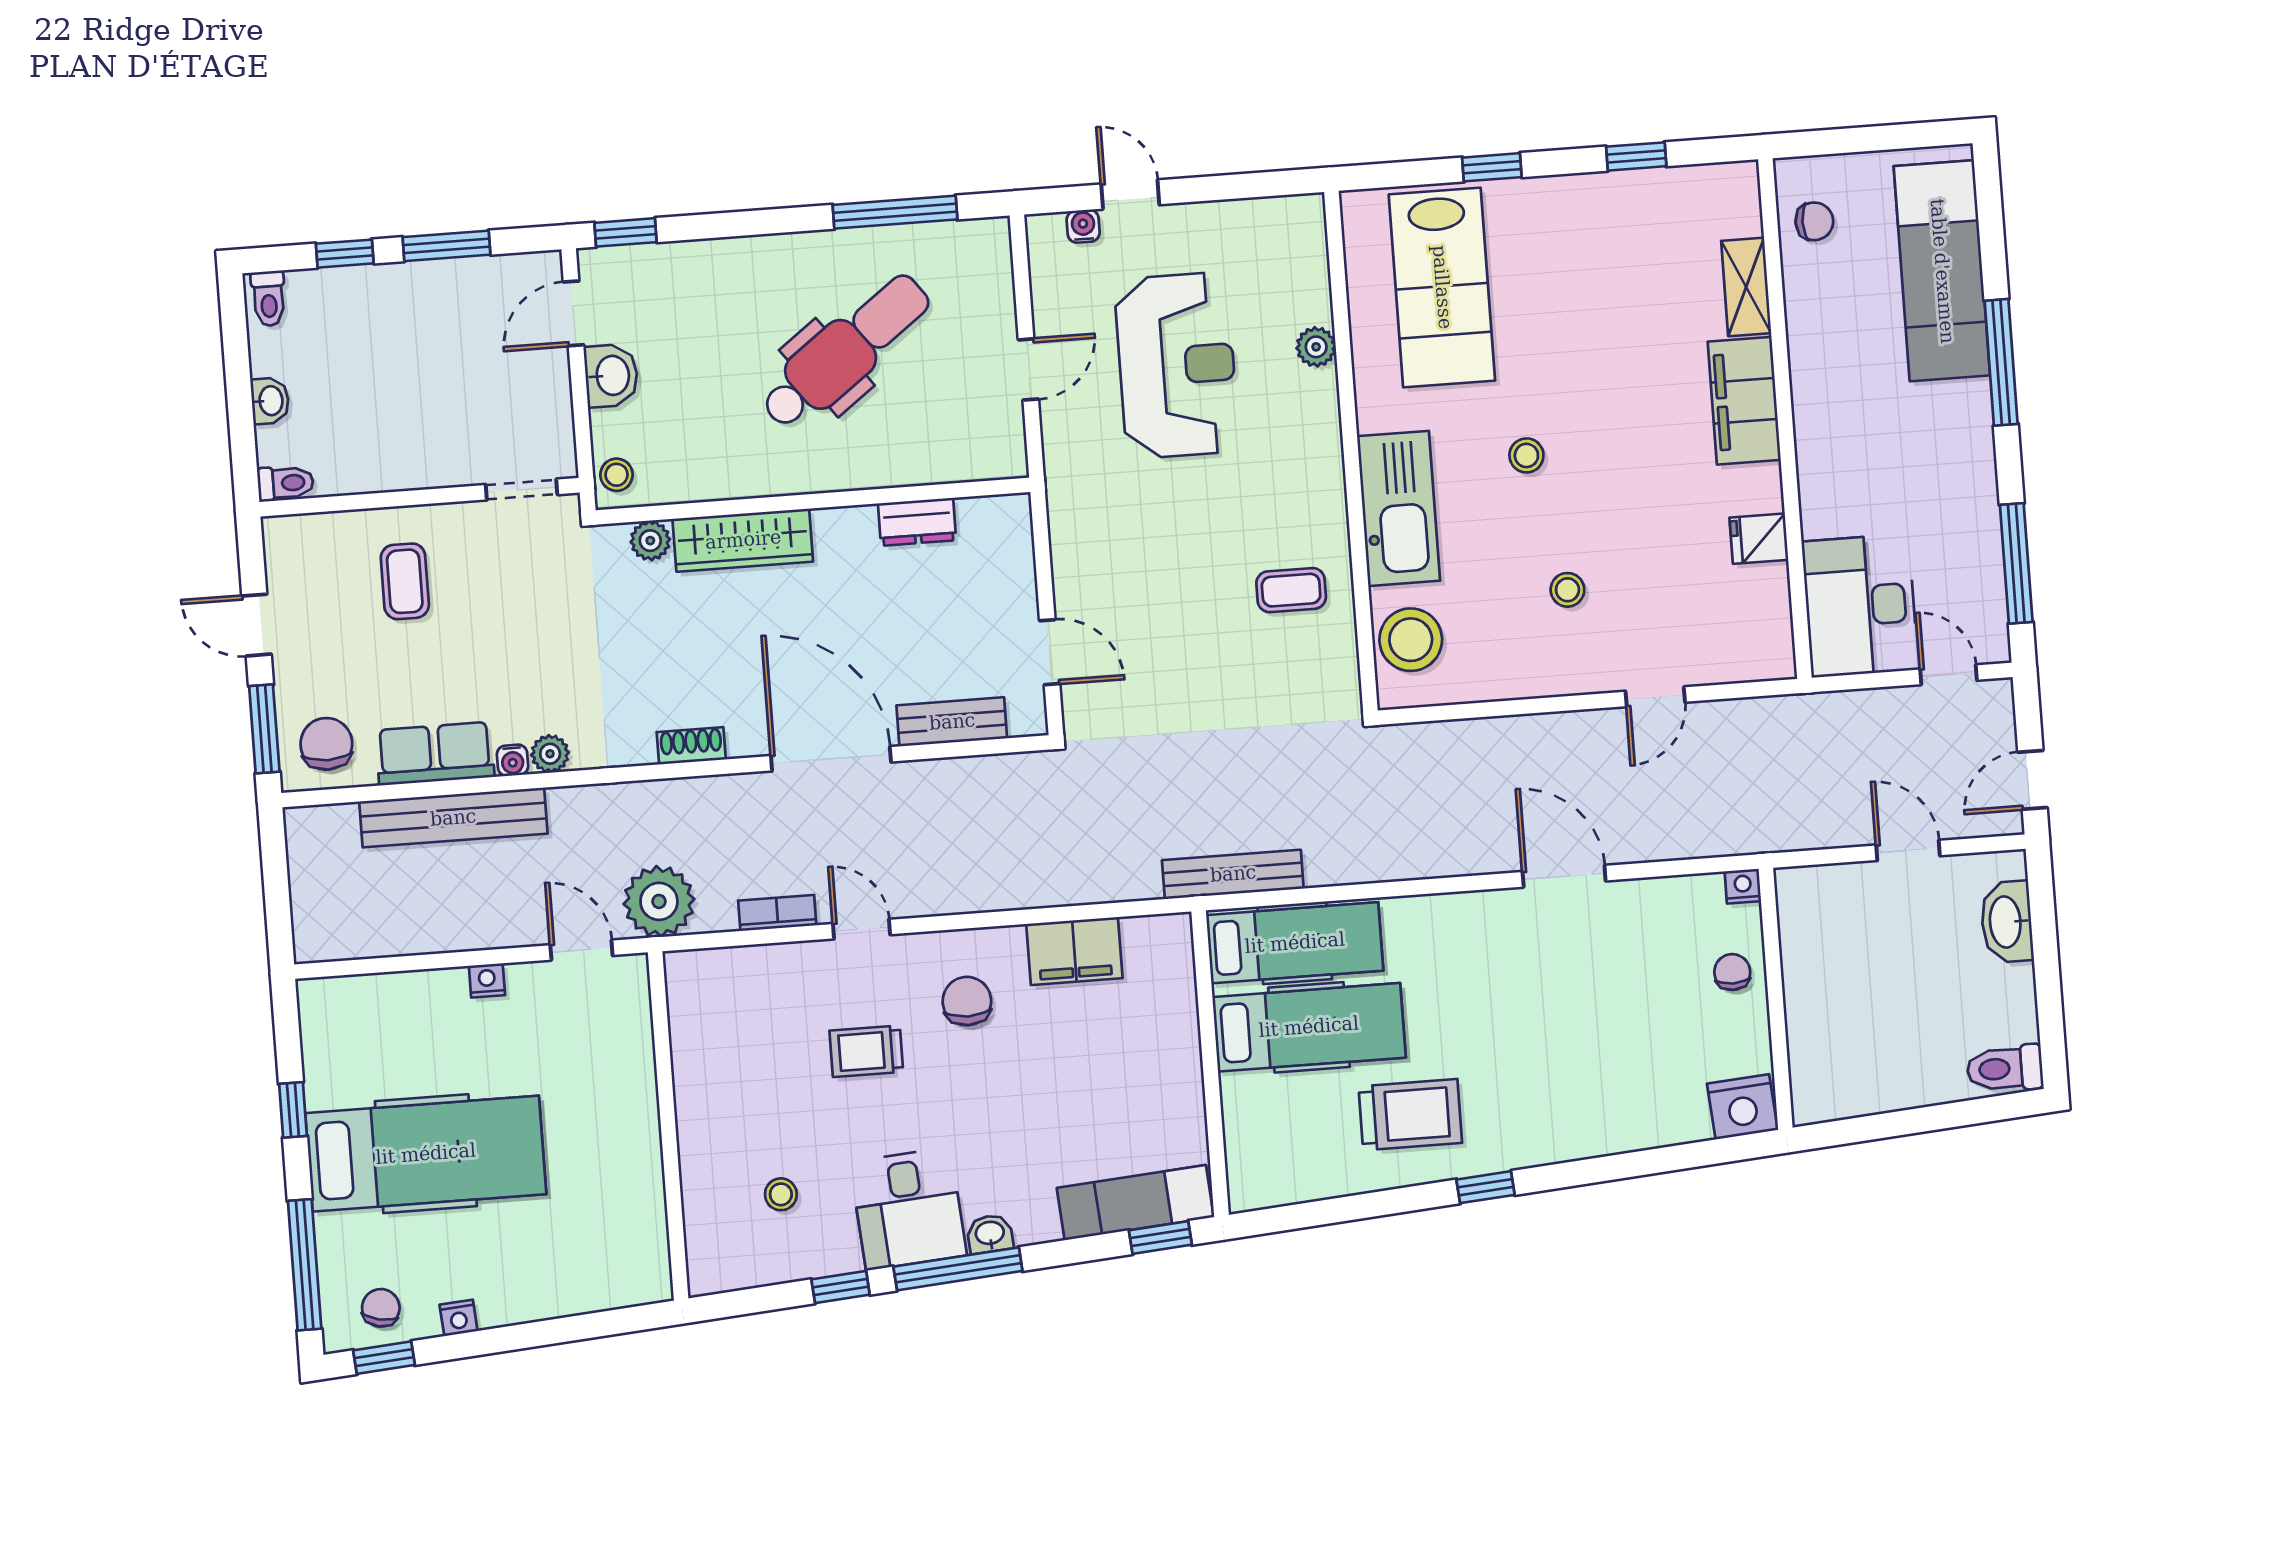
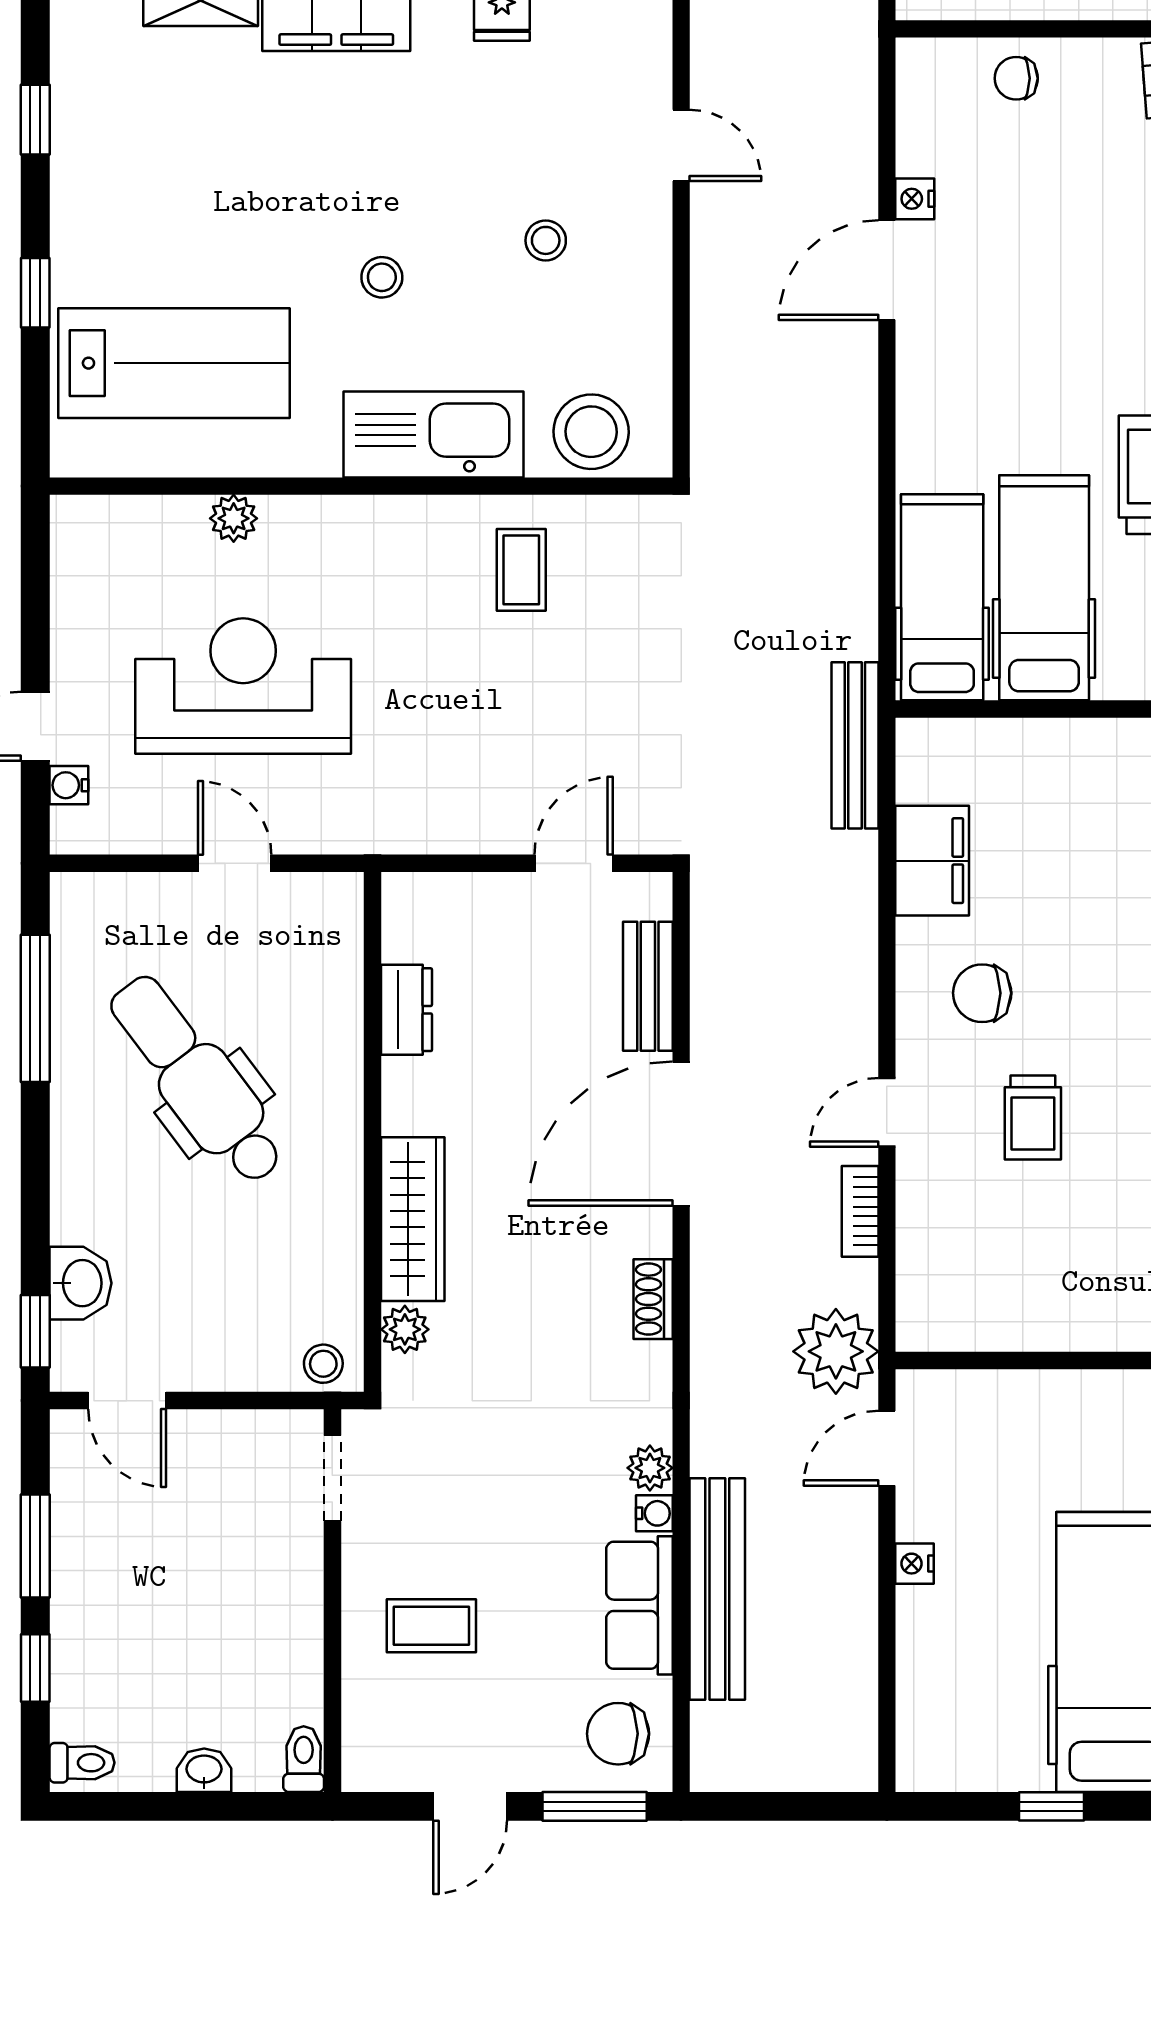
washbasin: (611, 376) -> (80, 1283), moved, turned 90
bench: (1233, 874) -> (855, 745), moved
nightstand: (1743, 886) -> (915, 199), moved

